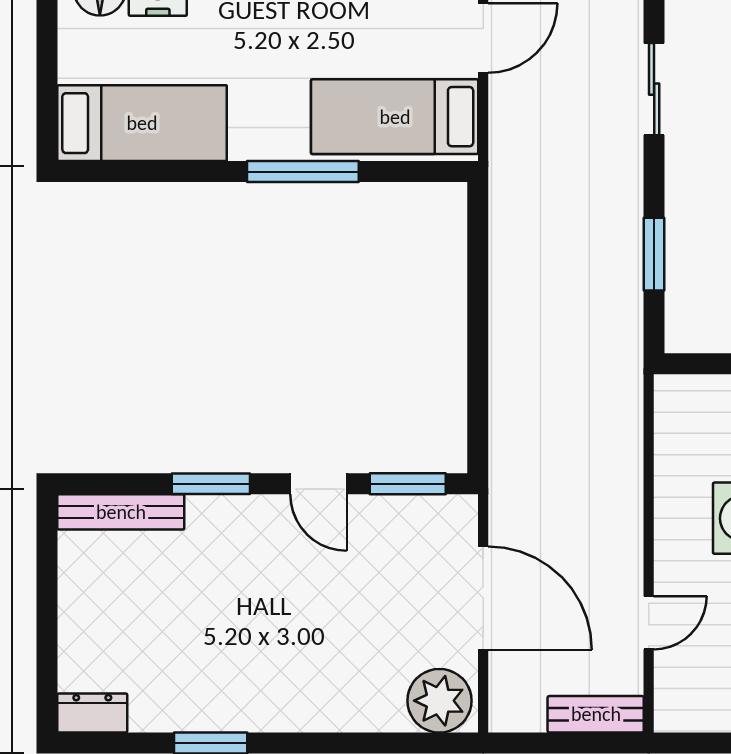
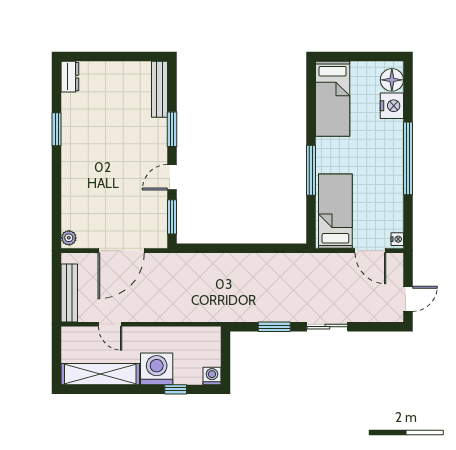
sliding door: (654, 89) -> (327, 327), moved
plant: (439, 701) -> (69, 238), width x0.53, depth x0.53
bench: (596, 714) -> (69, 293), width x1.36

